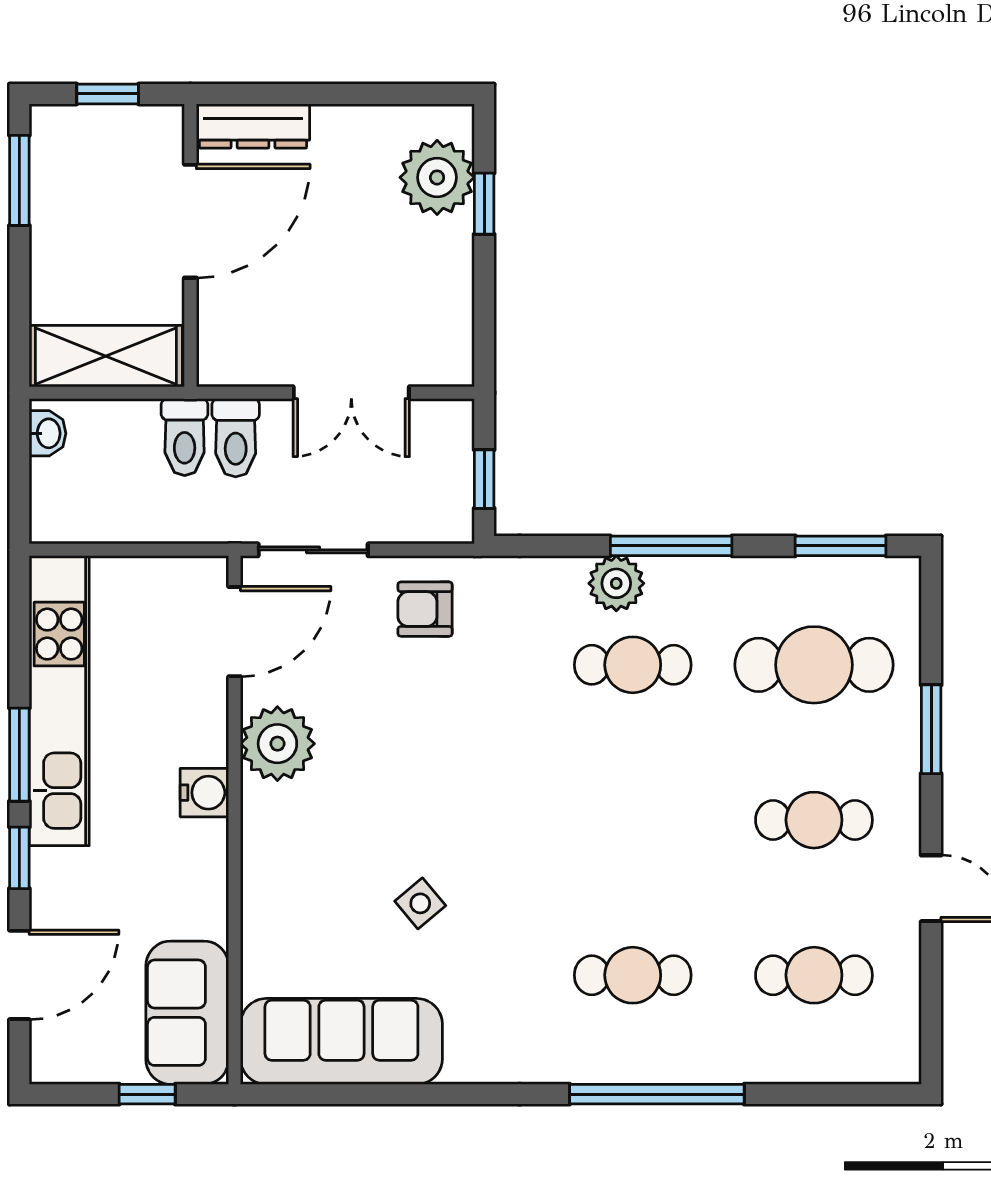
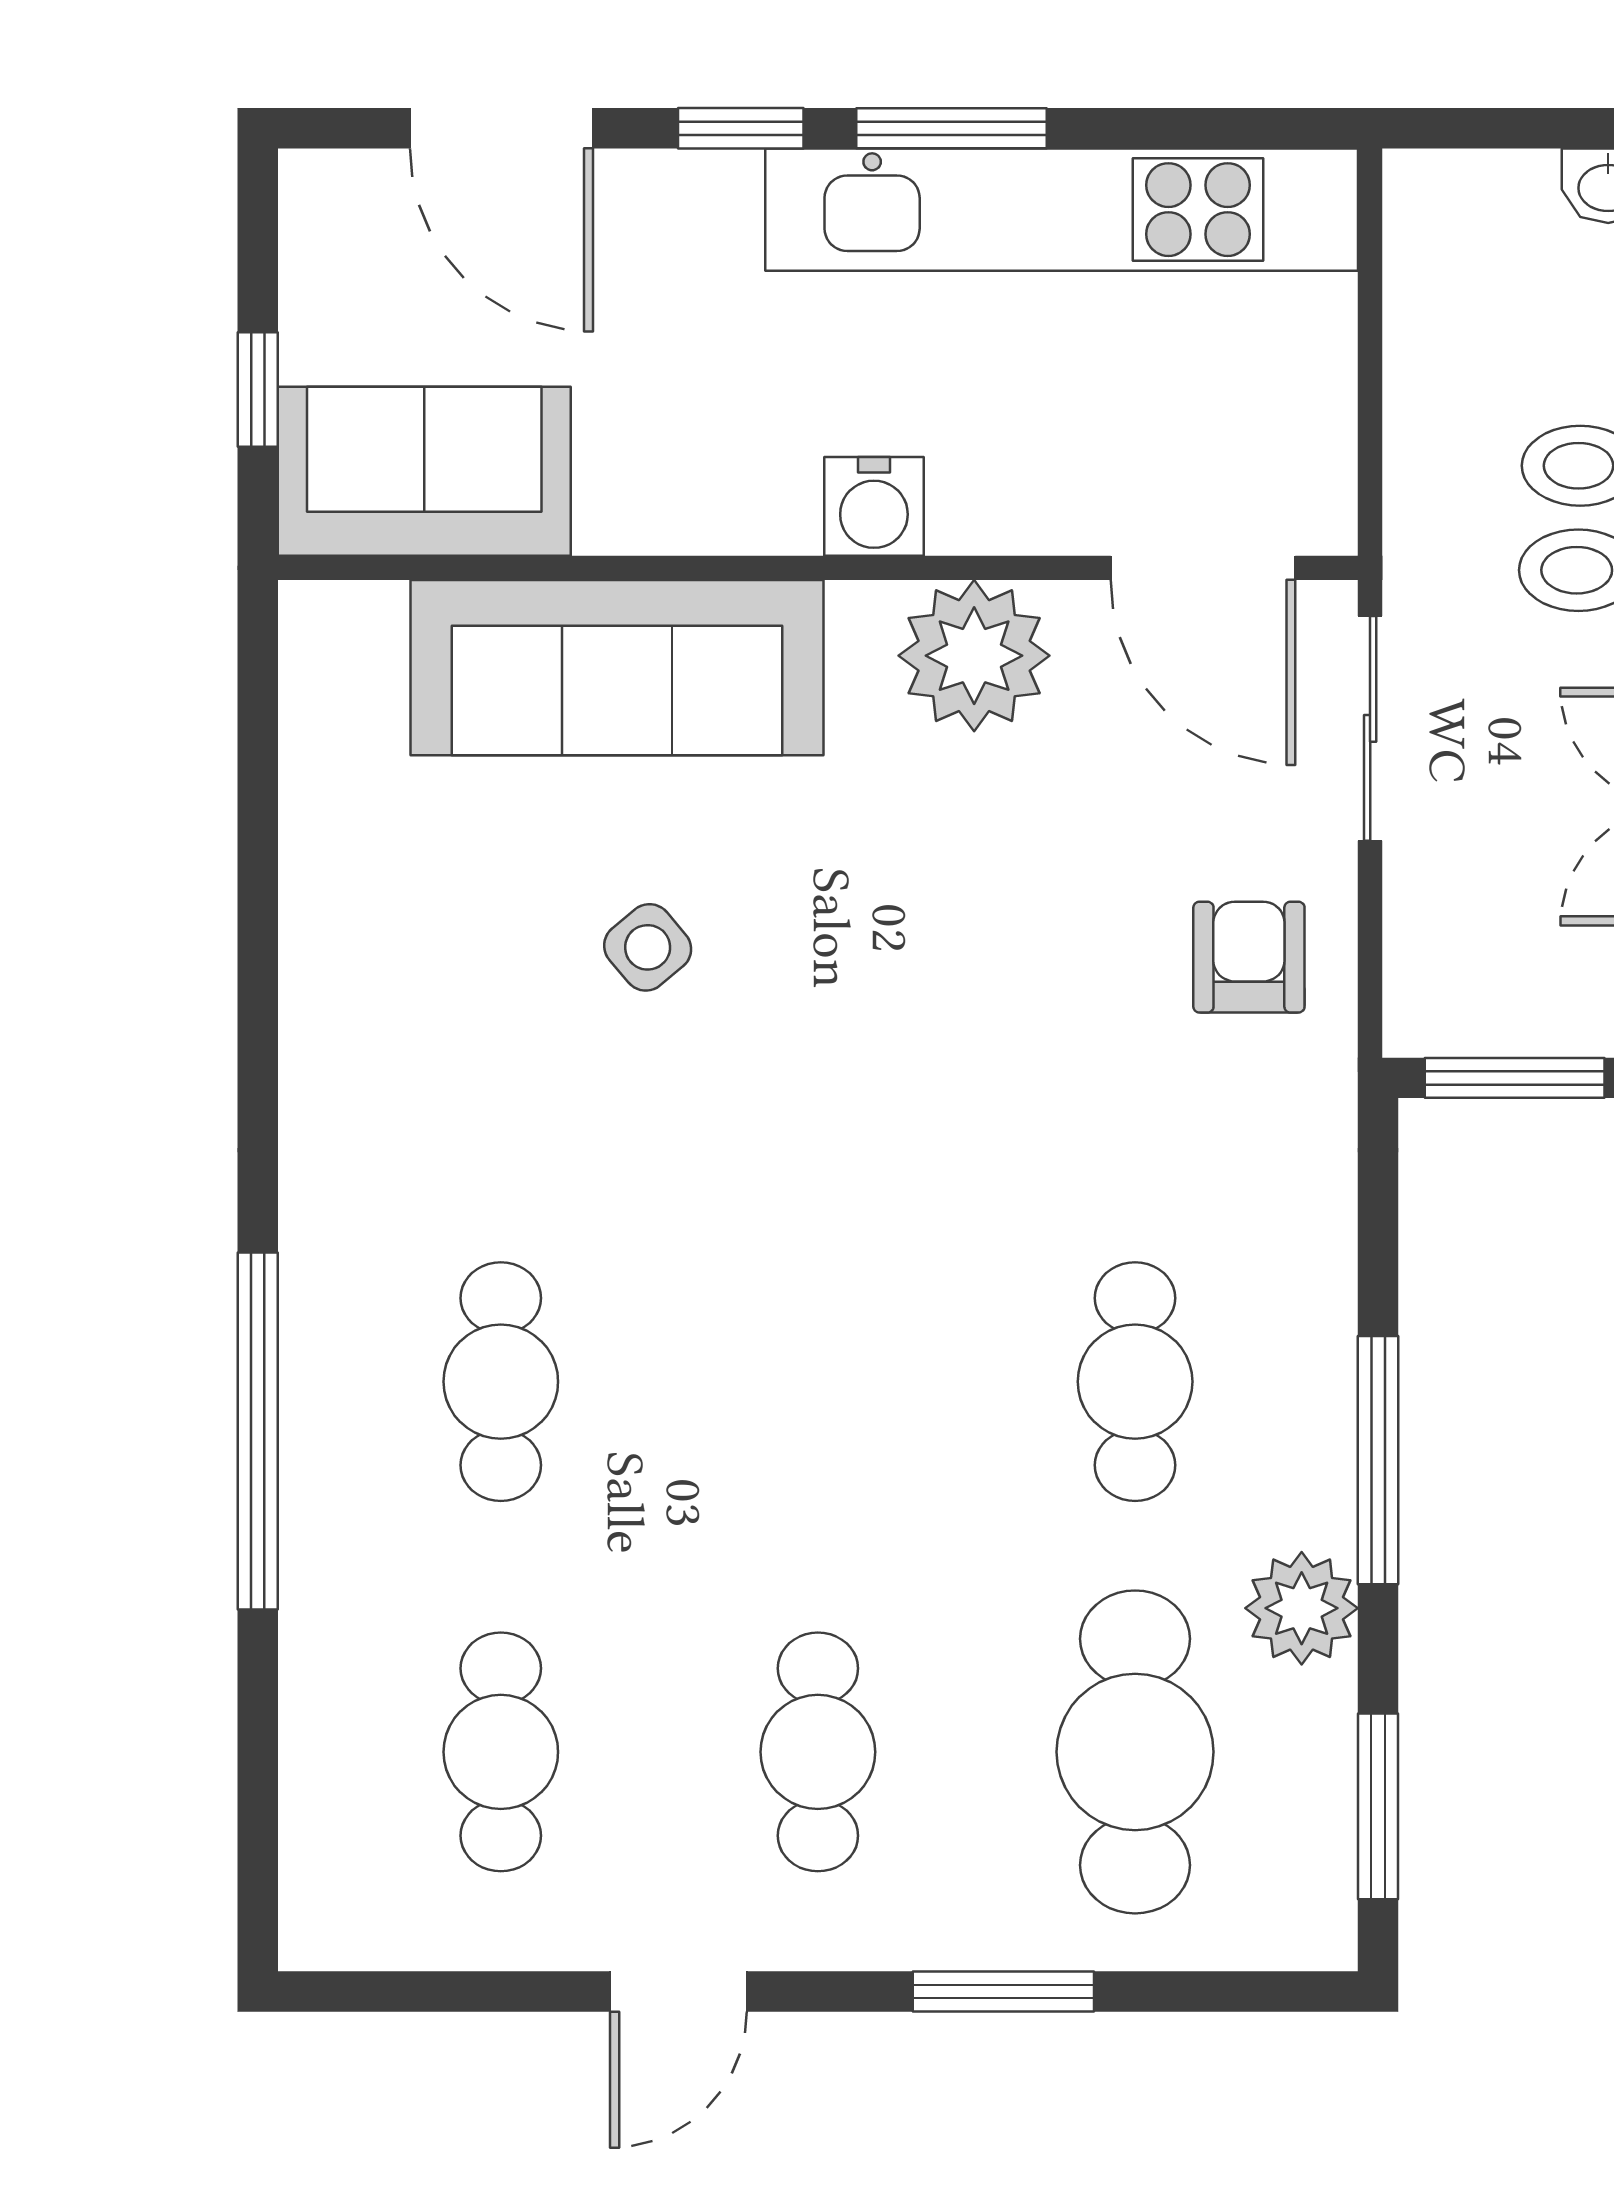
window: (484, 479) -> (1515, 1078), width x1.50
plant: (616, 583) -> (1302, 1608), moved
sofa: (341, 1041) -> (617, 668), moved, turned 90

